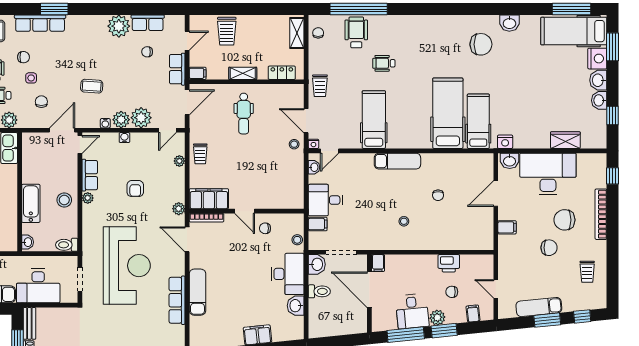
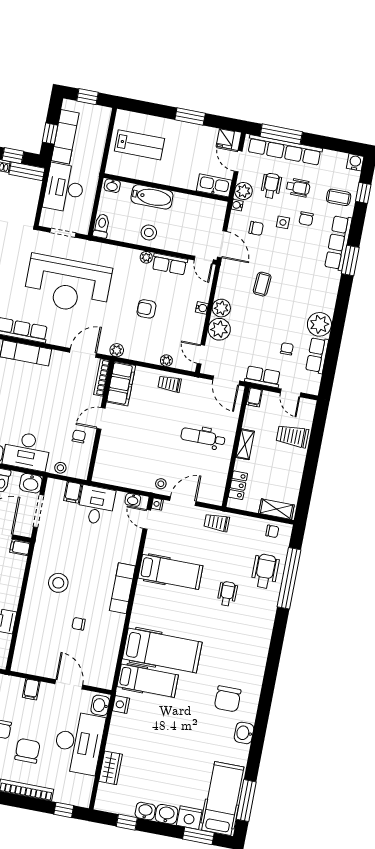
wheelchair: (356, 32) -> (265, 571), turned -90
water cooler: (105, 123) -> (237, 205), moved
stool: (404, 221) -> (58, 583), width x1.89, depth x1.89

